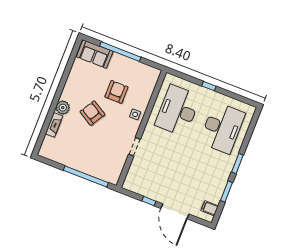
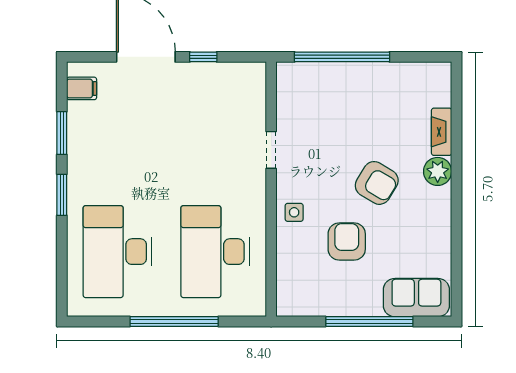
window: (209, 86) -> (174, 322), width x3.17
armchair: (116, 92) -> (347, 241), turned 180
desk: (178, 111) -> (215, 252), turned 180

